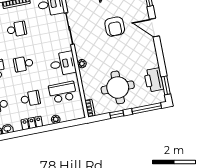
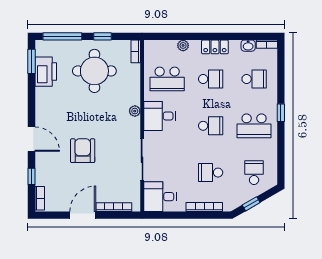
school desk: (30, 99) -> (211, 79), turned 180

